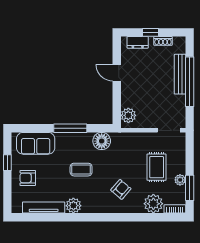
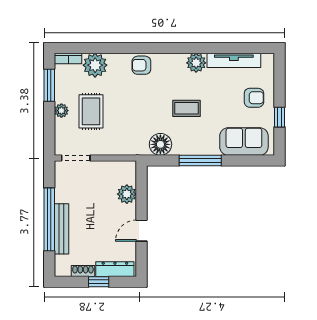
dresser: (138, 42) -> (115, 269), width x1.44
door: (117, 73) -> (141, 231), swing flipped
plant: (128, 115) -> (127, 194), moved
plant: (180, 180) -> (61, 111), moved
armchair: (121, 189) -> (141, 65), moved, turned 49

